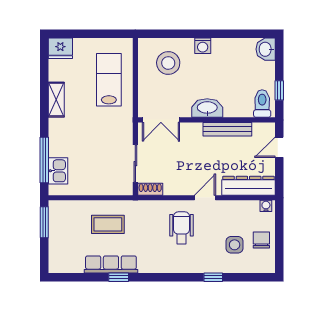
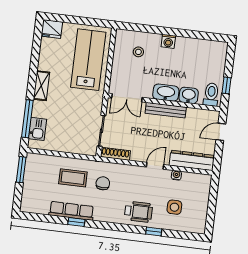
washbasin: (266, 49) -> (189, 95), moved, turned 90
stool: (168, 63) -> (138, 52), width x0.53, depth x0.53
lab bench: (109, 80) -> (88, 60), width x1.36, depth x1.39
shelving: (56, 100) -> (41, 86), moved
bench: (227, 129) -> (166, 110), moved
shoe rack: (150, 189) -> (115, 154), width x1.43
water cooler: (266, 206) -> (176, 175), moved
wheelchair: (182, 228) -> (138, 212), moved, turned 90
chair: (261, 240) -> (103, 183), moved

